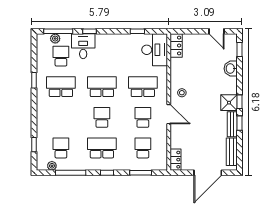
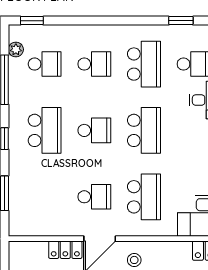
window: (34, 80) -> (181, 21), moved
window: (34, 145) -> (32, 21), moved
school desk: (143, 148) -> (94, 64), moved
locker: (176, 160) -> (65, 250), moved

